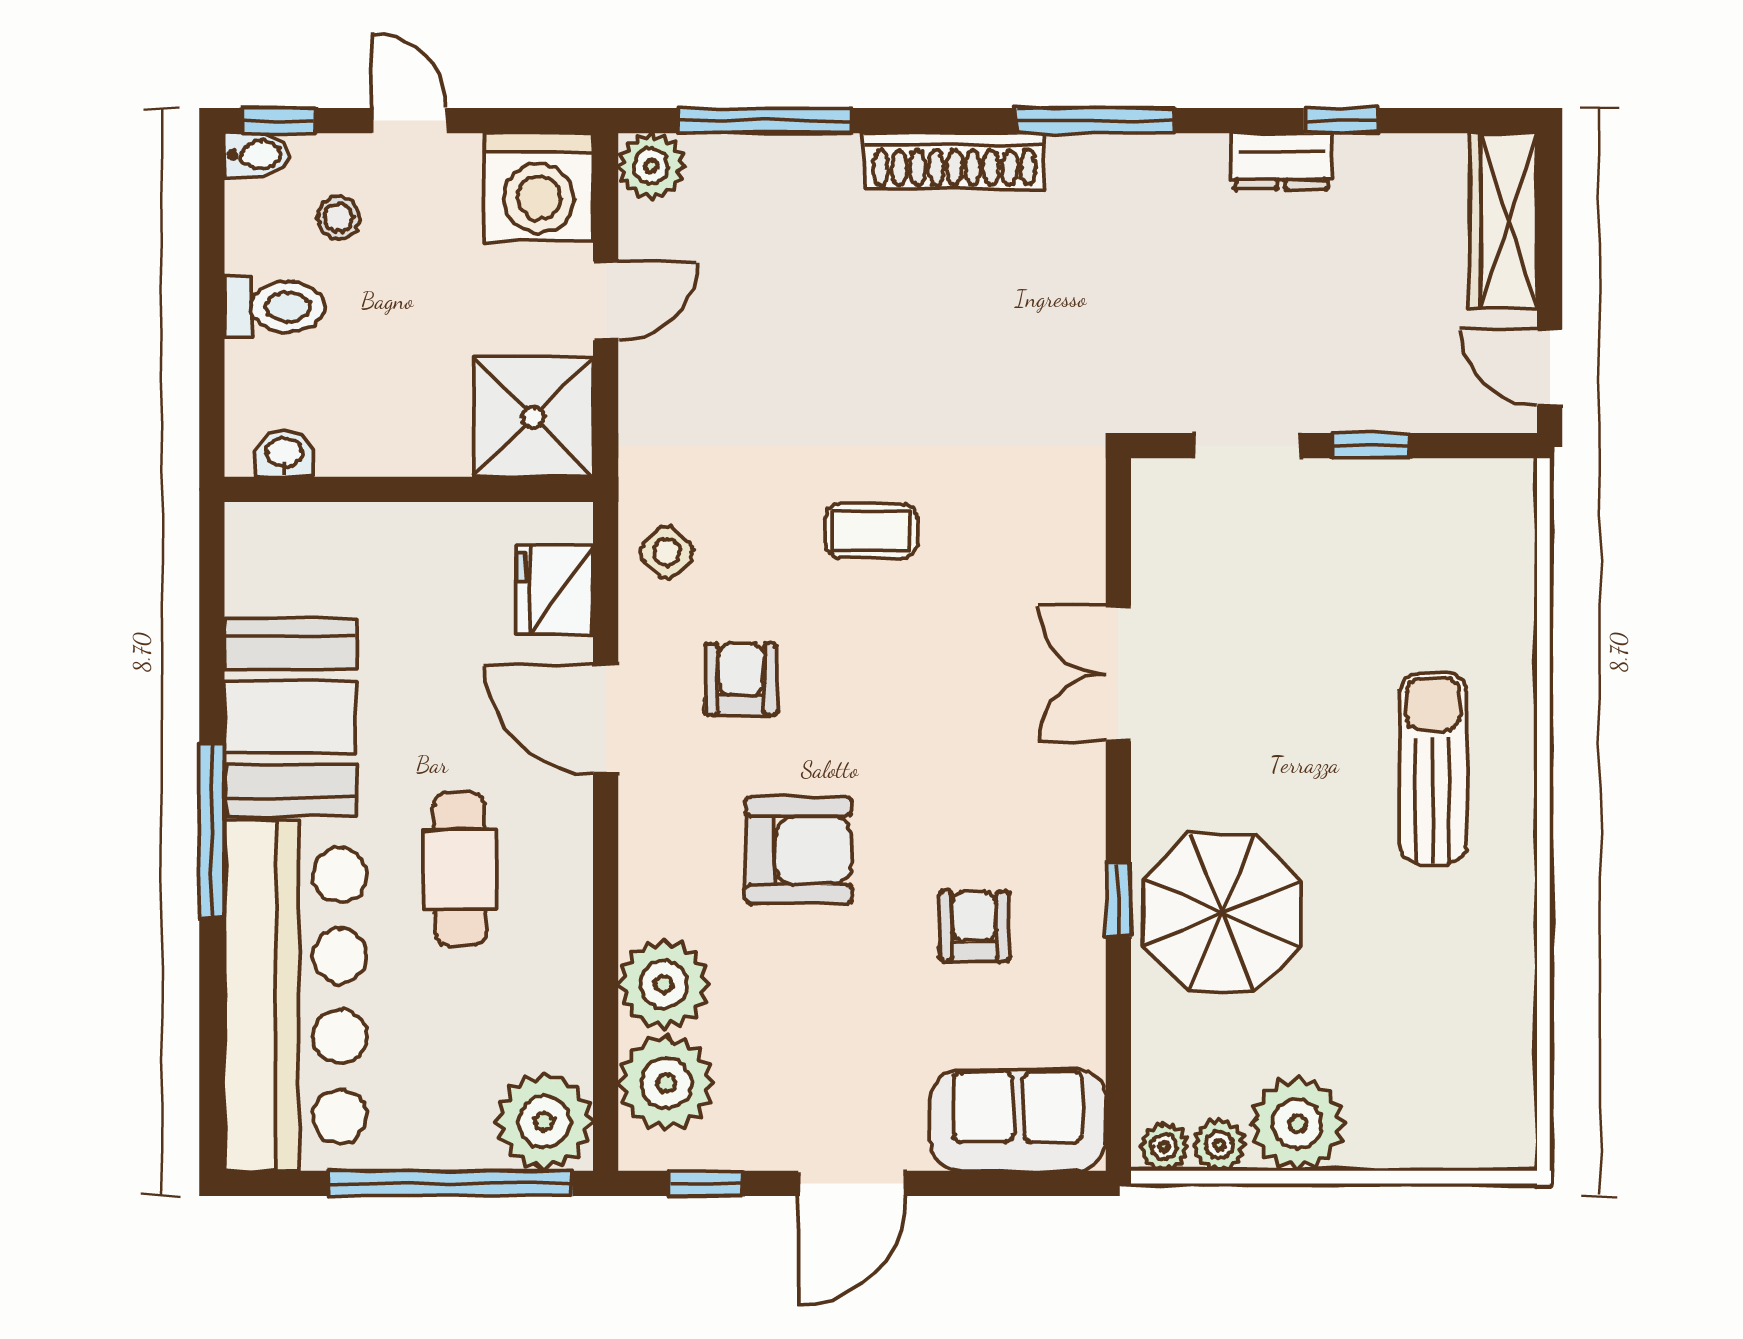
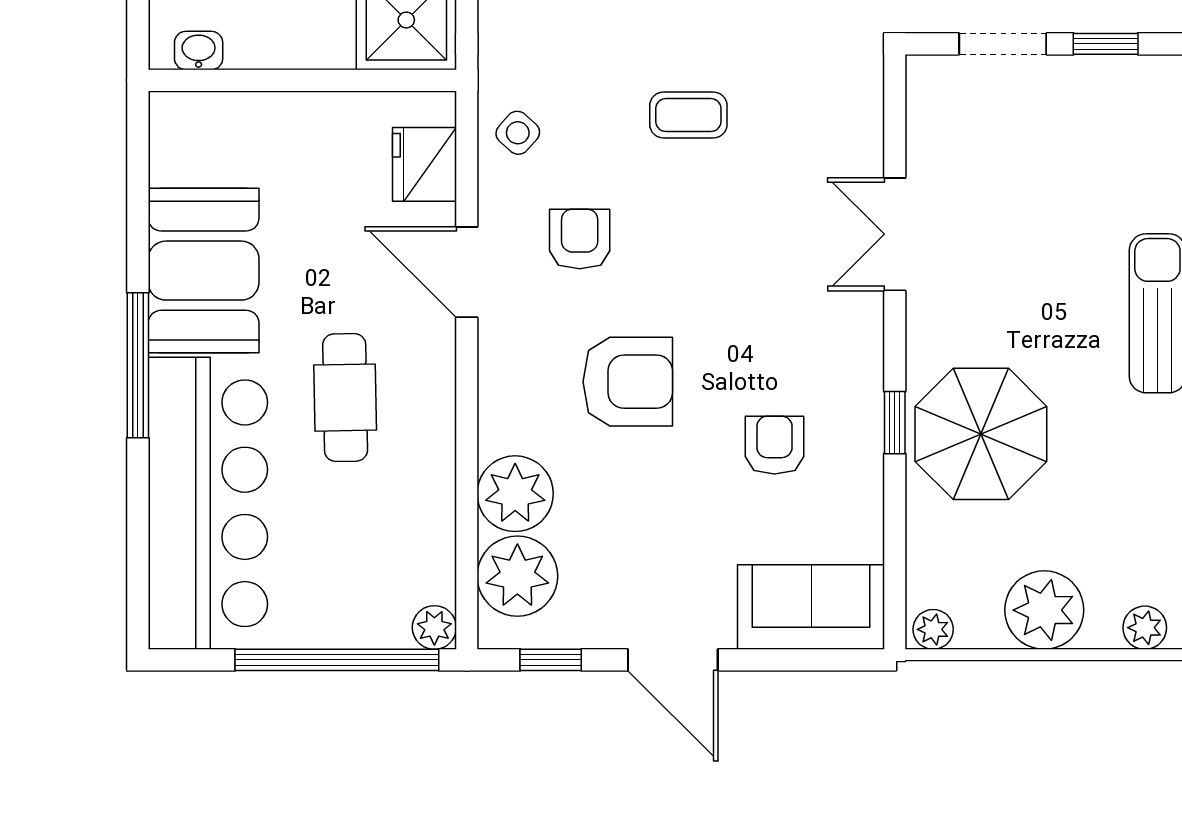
plant: (544, 1122) -> (434, 627), width x0.53, depth x0.53
plant: (1219, 1145) -> (1145, 628), moved
door: (852, 1183) -> (673, 660), hinge flipped

